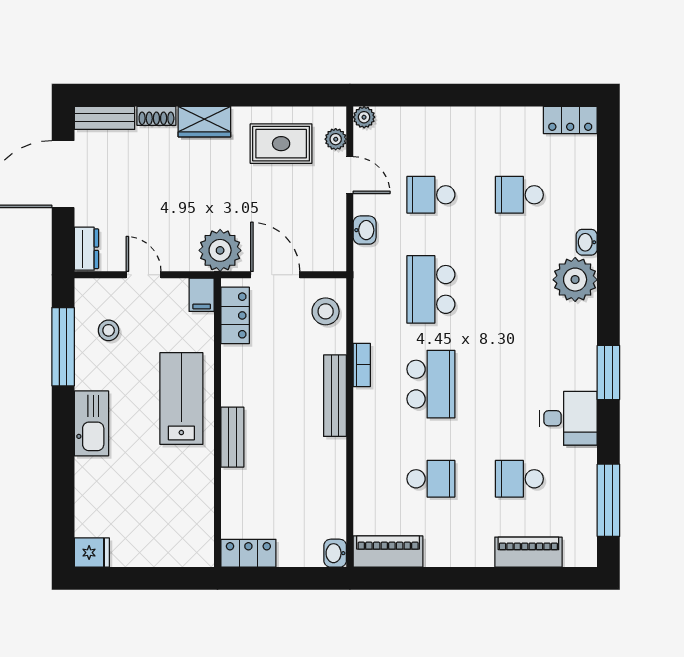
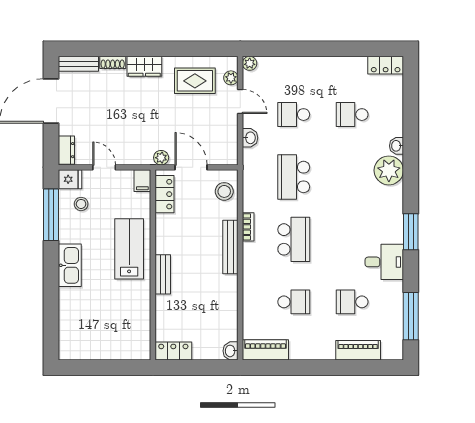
plant: (220, 250) -> (161, 158), width x0.53, depth x0.53
fridge: (92, 553) -> (70, 179), moved

